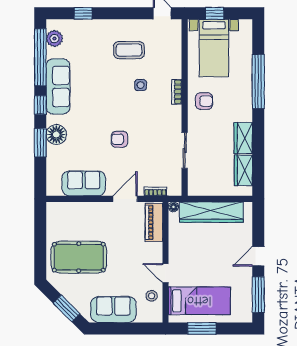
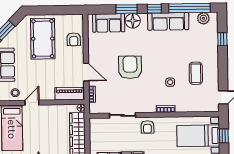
armchair: (204, 101) -> (147, 127), moved
armchair: (119, 139) -> (130, 67), width x1.88, depth x1.88
sofa: (84, 183) -> (109, 23), moved, turned 90
armchair: (80, 215) -> (74, 39), added

